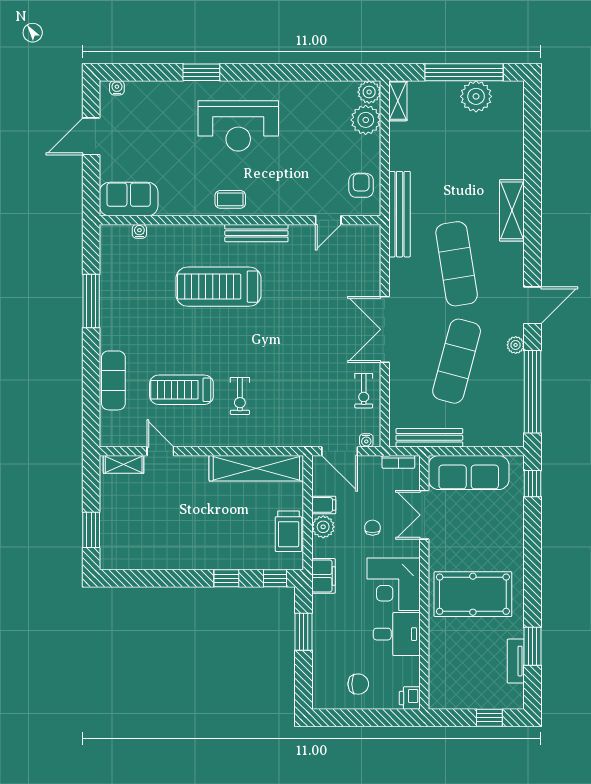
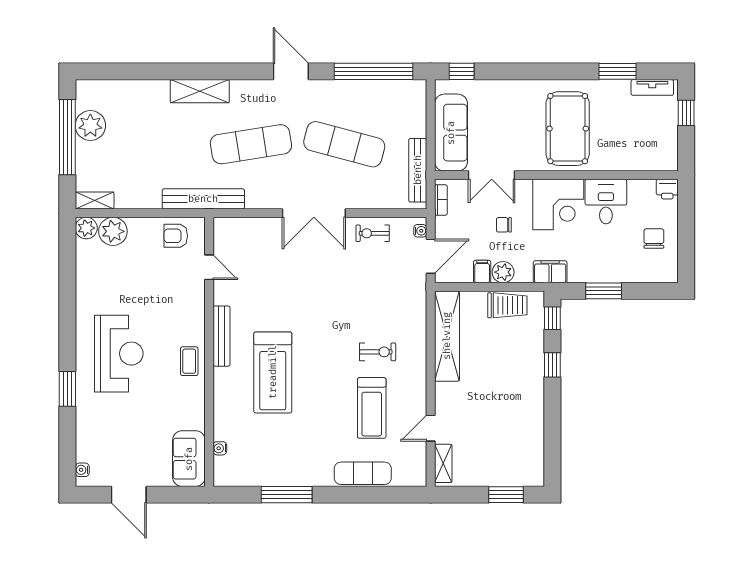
plant: (516, 345) -> (329, 88), removed
exercise bike: (364, 391) -> (373, 233), turned 180
tv unit: (516, 661) -> (652, 87), moved

